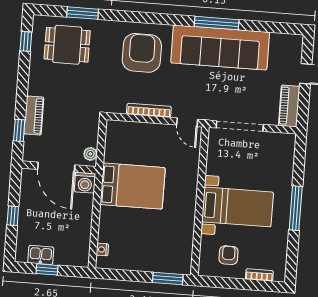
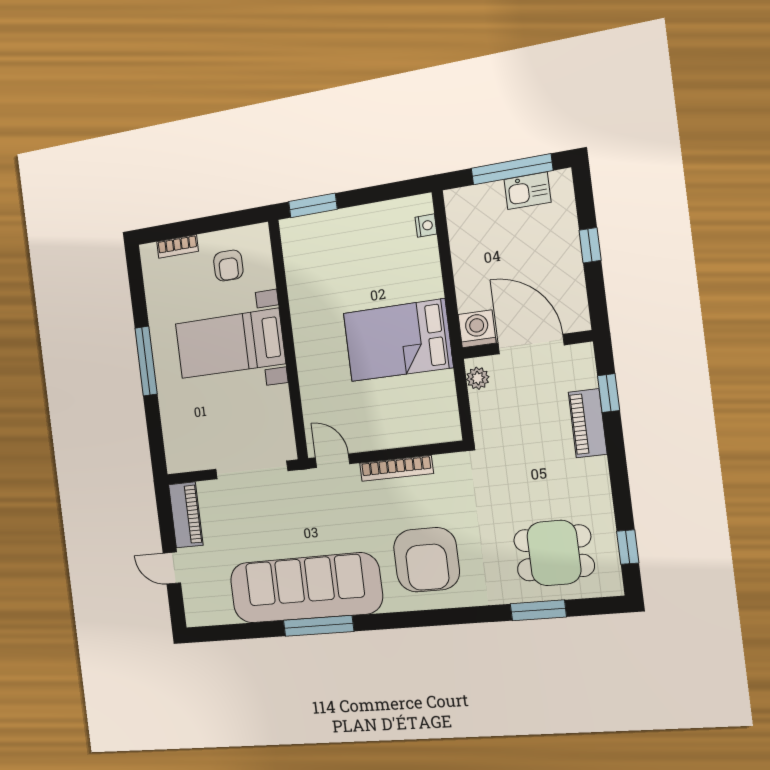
window: (47, 269) -> (512, 169), width x2.17

